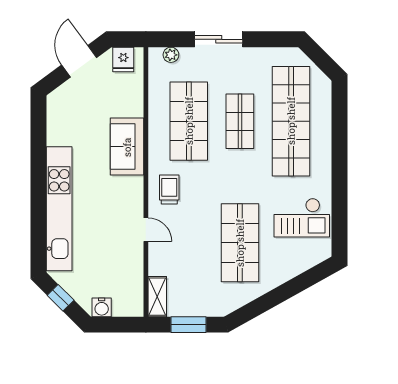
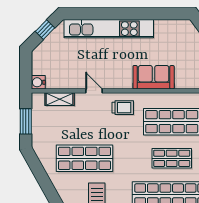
door: (146, 230) -> (94, 91), swing flipped
shelving: (157, 297) -> (60, 99), moved
water cooler: (102, 307) -> (38, 82), moved

